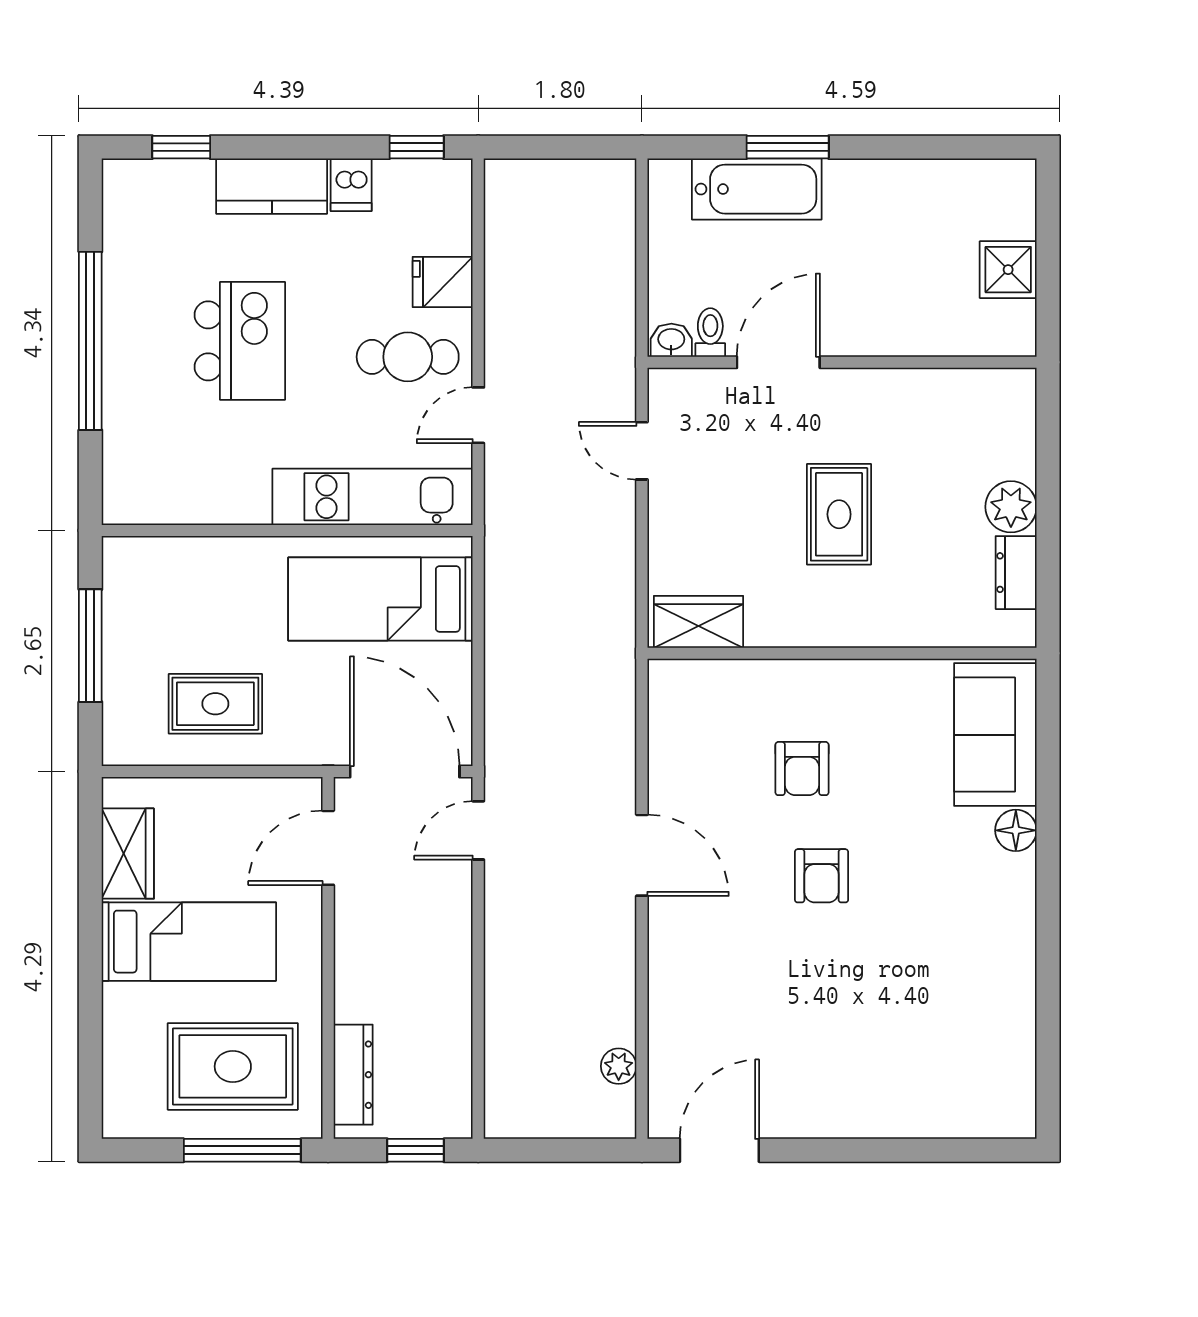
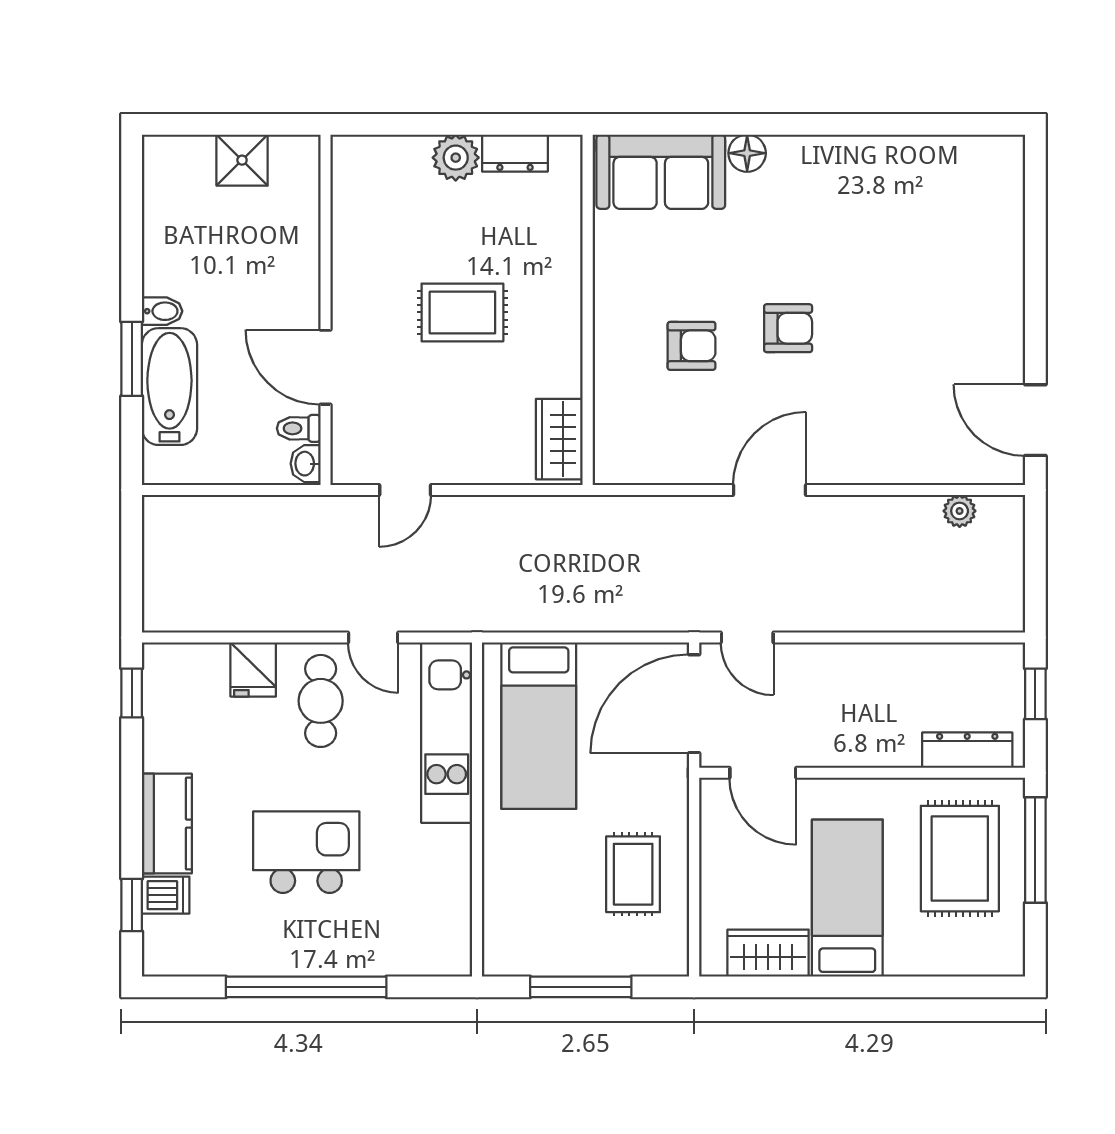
bidet: (840, 181) -> (162, 311), added
dishwasher: (351, 185) -> (166, 895), moved

